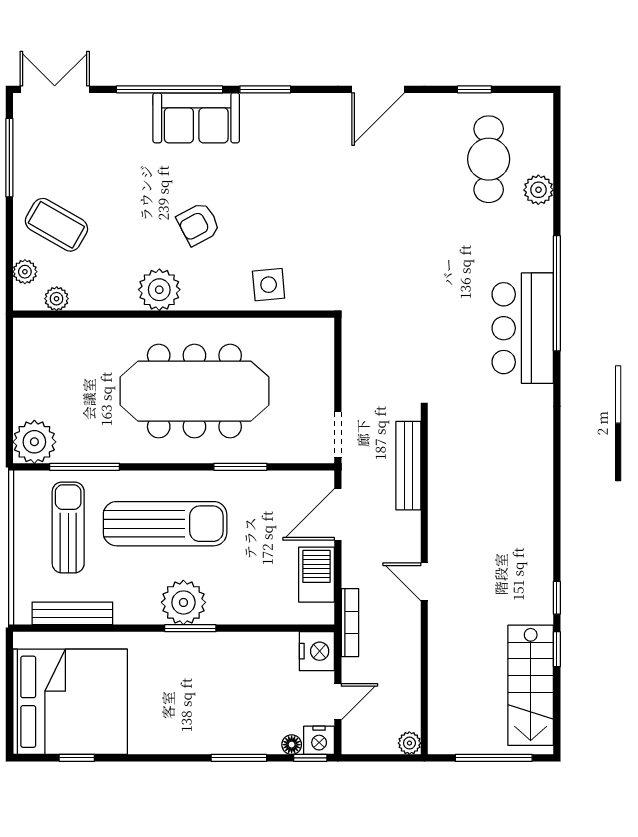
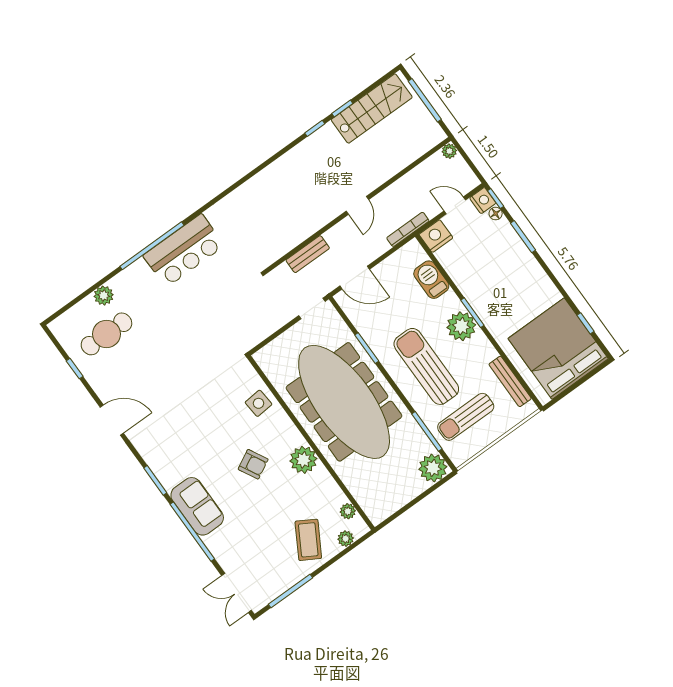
meeting table: (194, 391) -> (344, 402), width x1.36, depth x1.27
bench: (408, 466) -> (308, 254), width x0.73
barbecue: (316, 575) -> (431, 280), moved, turned 90

